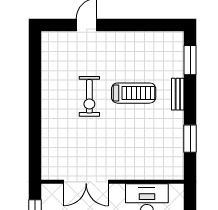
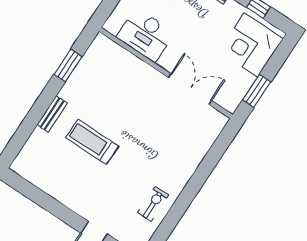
window: (190, 60) -> (20, 138), removed
exercise bike: (89, 96) -> (153, 204), moved, width x0.73, depth x0.72

